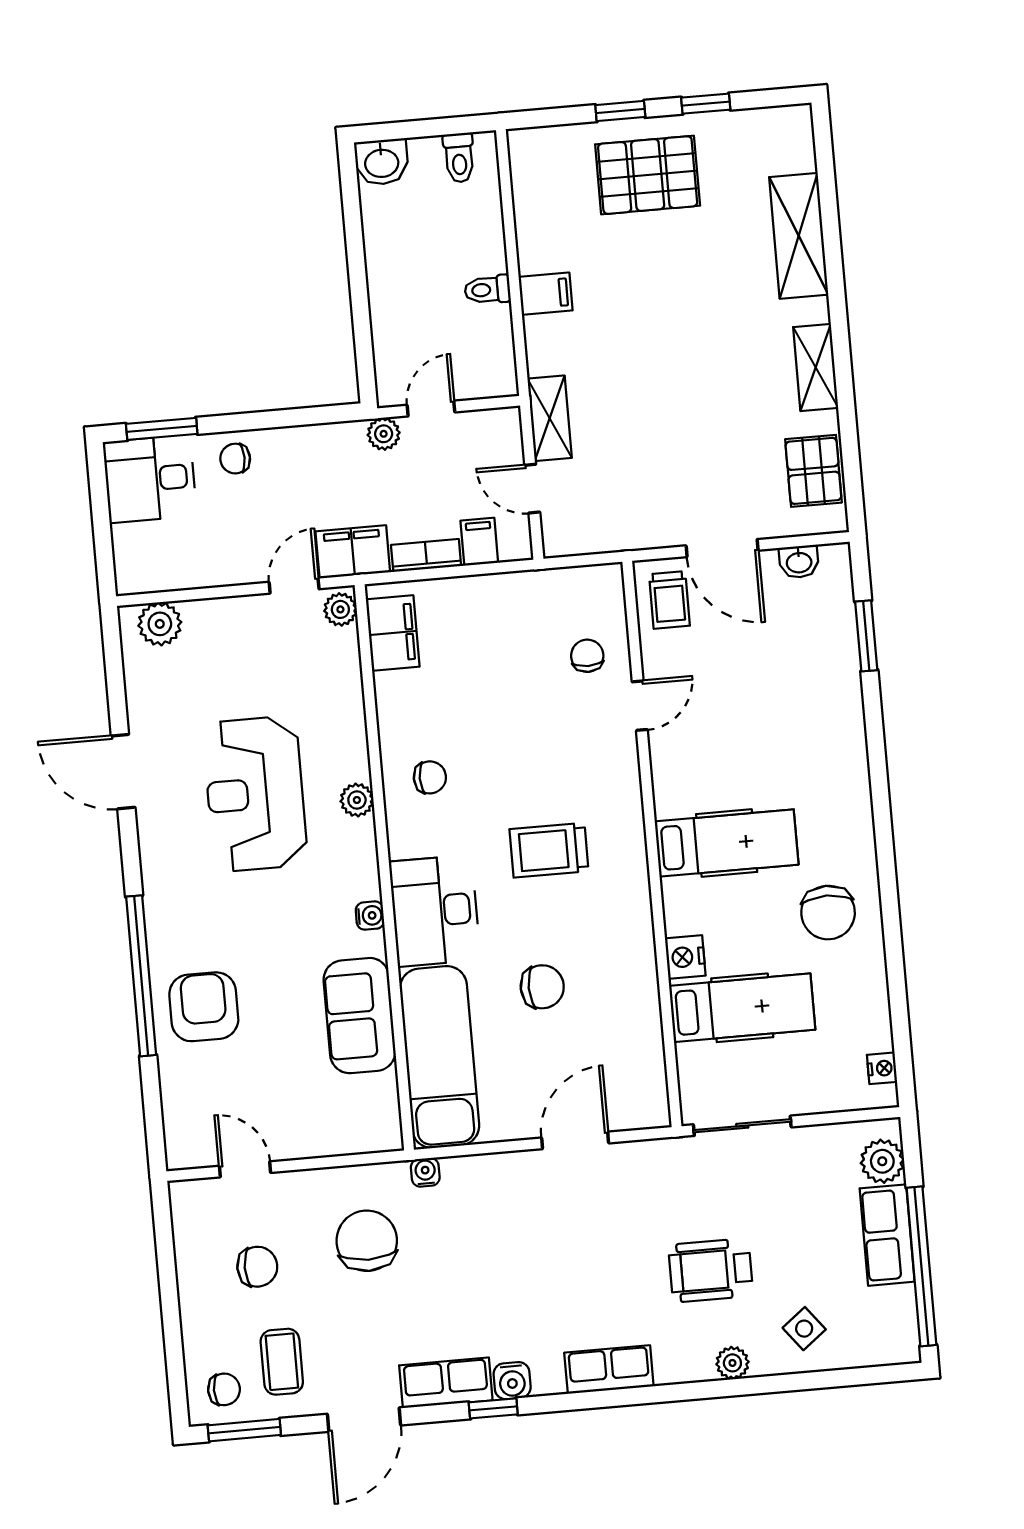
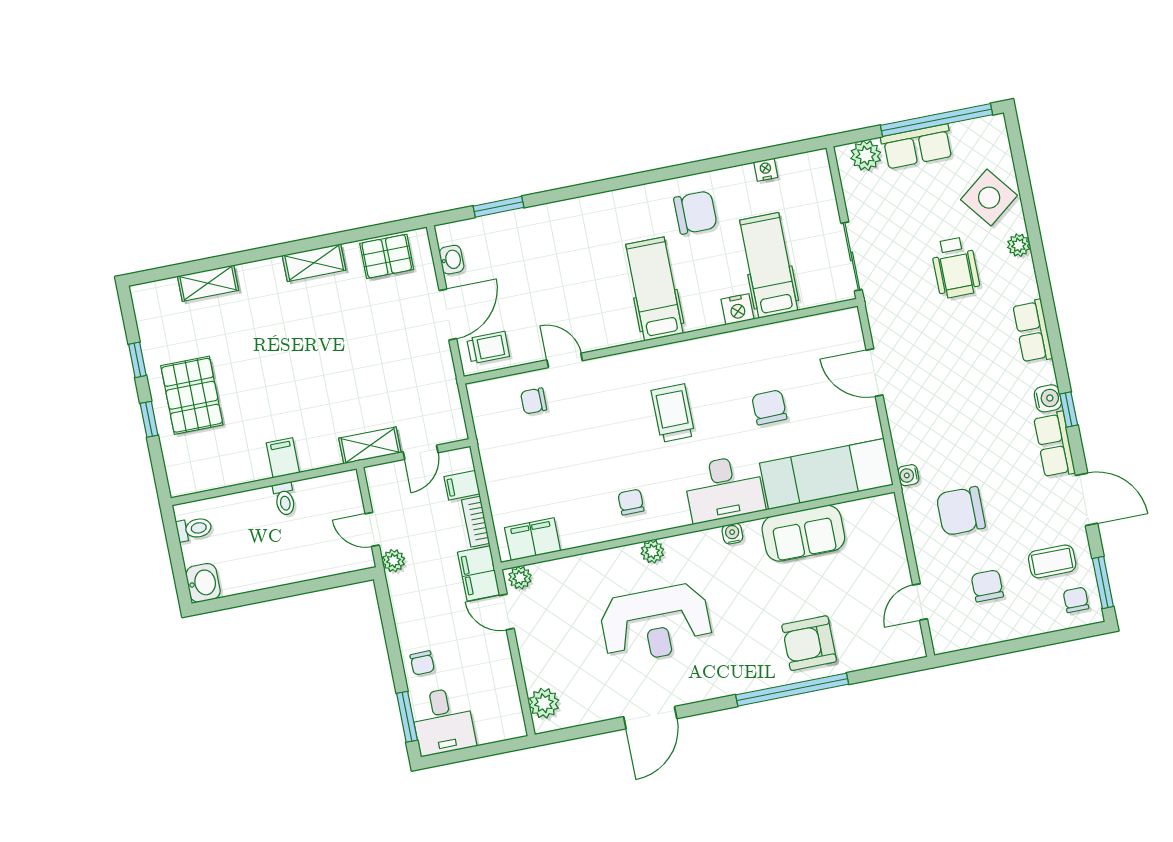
shelving: (799, 236) -> (208, 283), width x0.67, depth x0.75
trolley: (549, 850) -> (673, 413), turned 180
nightstand: (882, 1068) -> (766, 170), moved
side table: (804, 1329) -> (989, 198), width x1.87, depth x1.87

